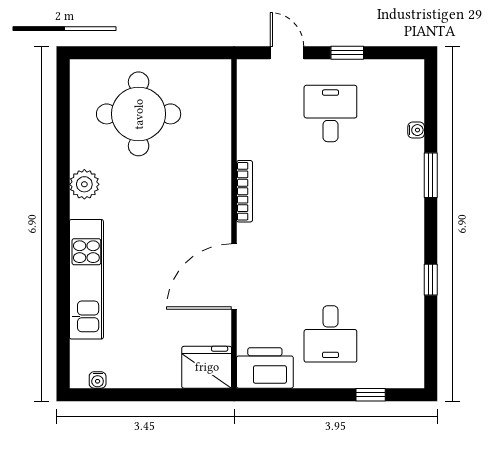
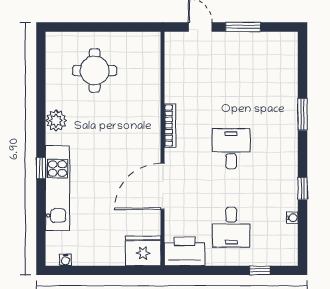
window: (347, 53) -> (243, 27), width x1.50
desk: (330, 113) -> (231, 149), moved
round table: (139, 114) -> (95, 71), width x0.73, depth x0.73
water cooler: (416, 130) -> (292, 218), moved
window: (63, 251) -> (41, 168), added

